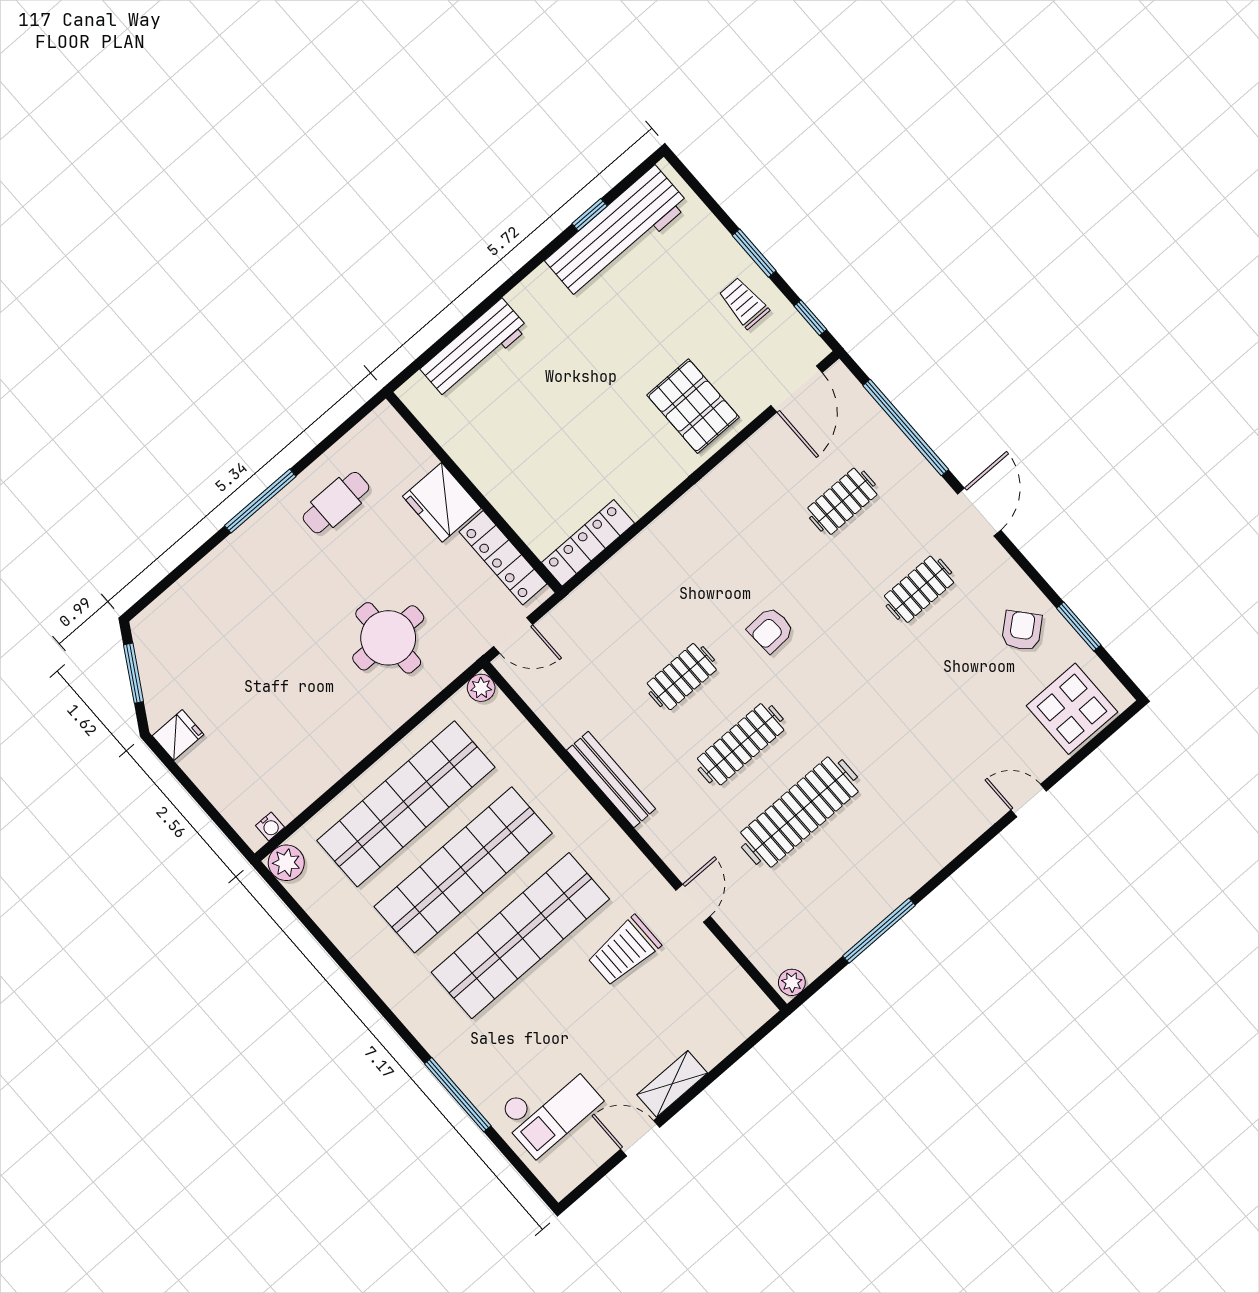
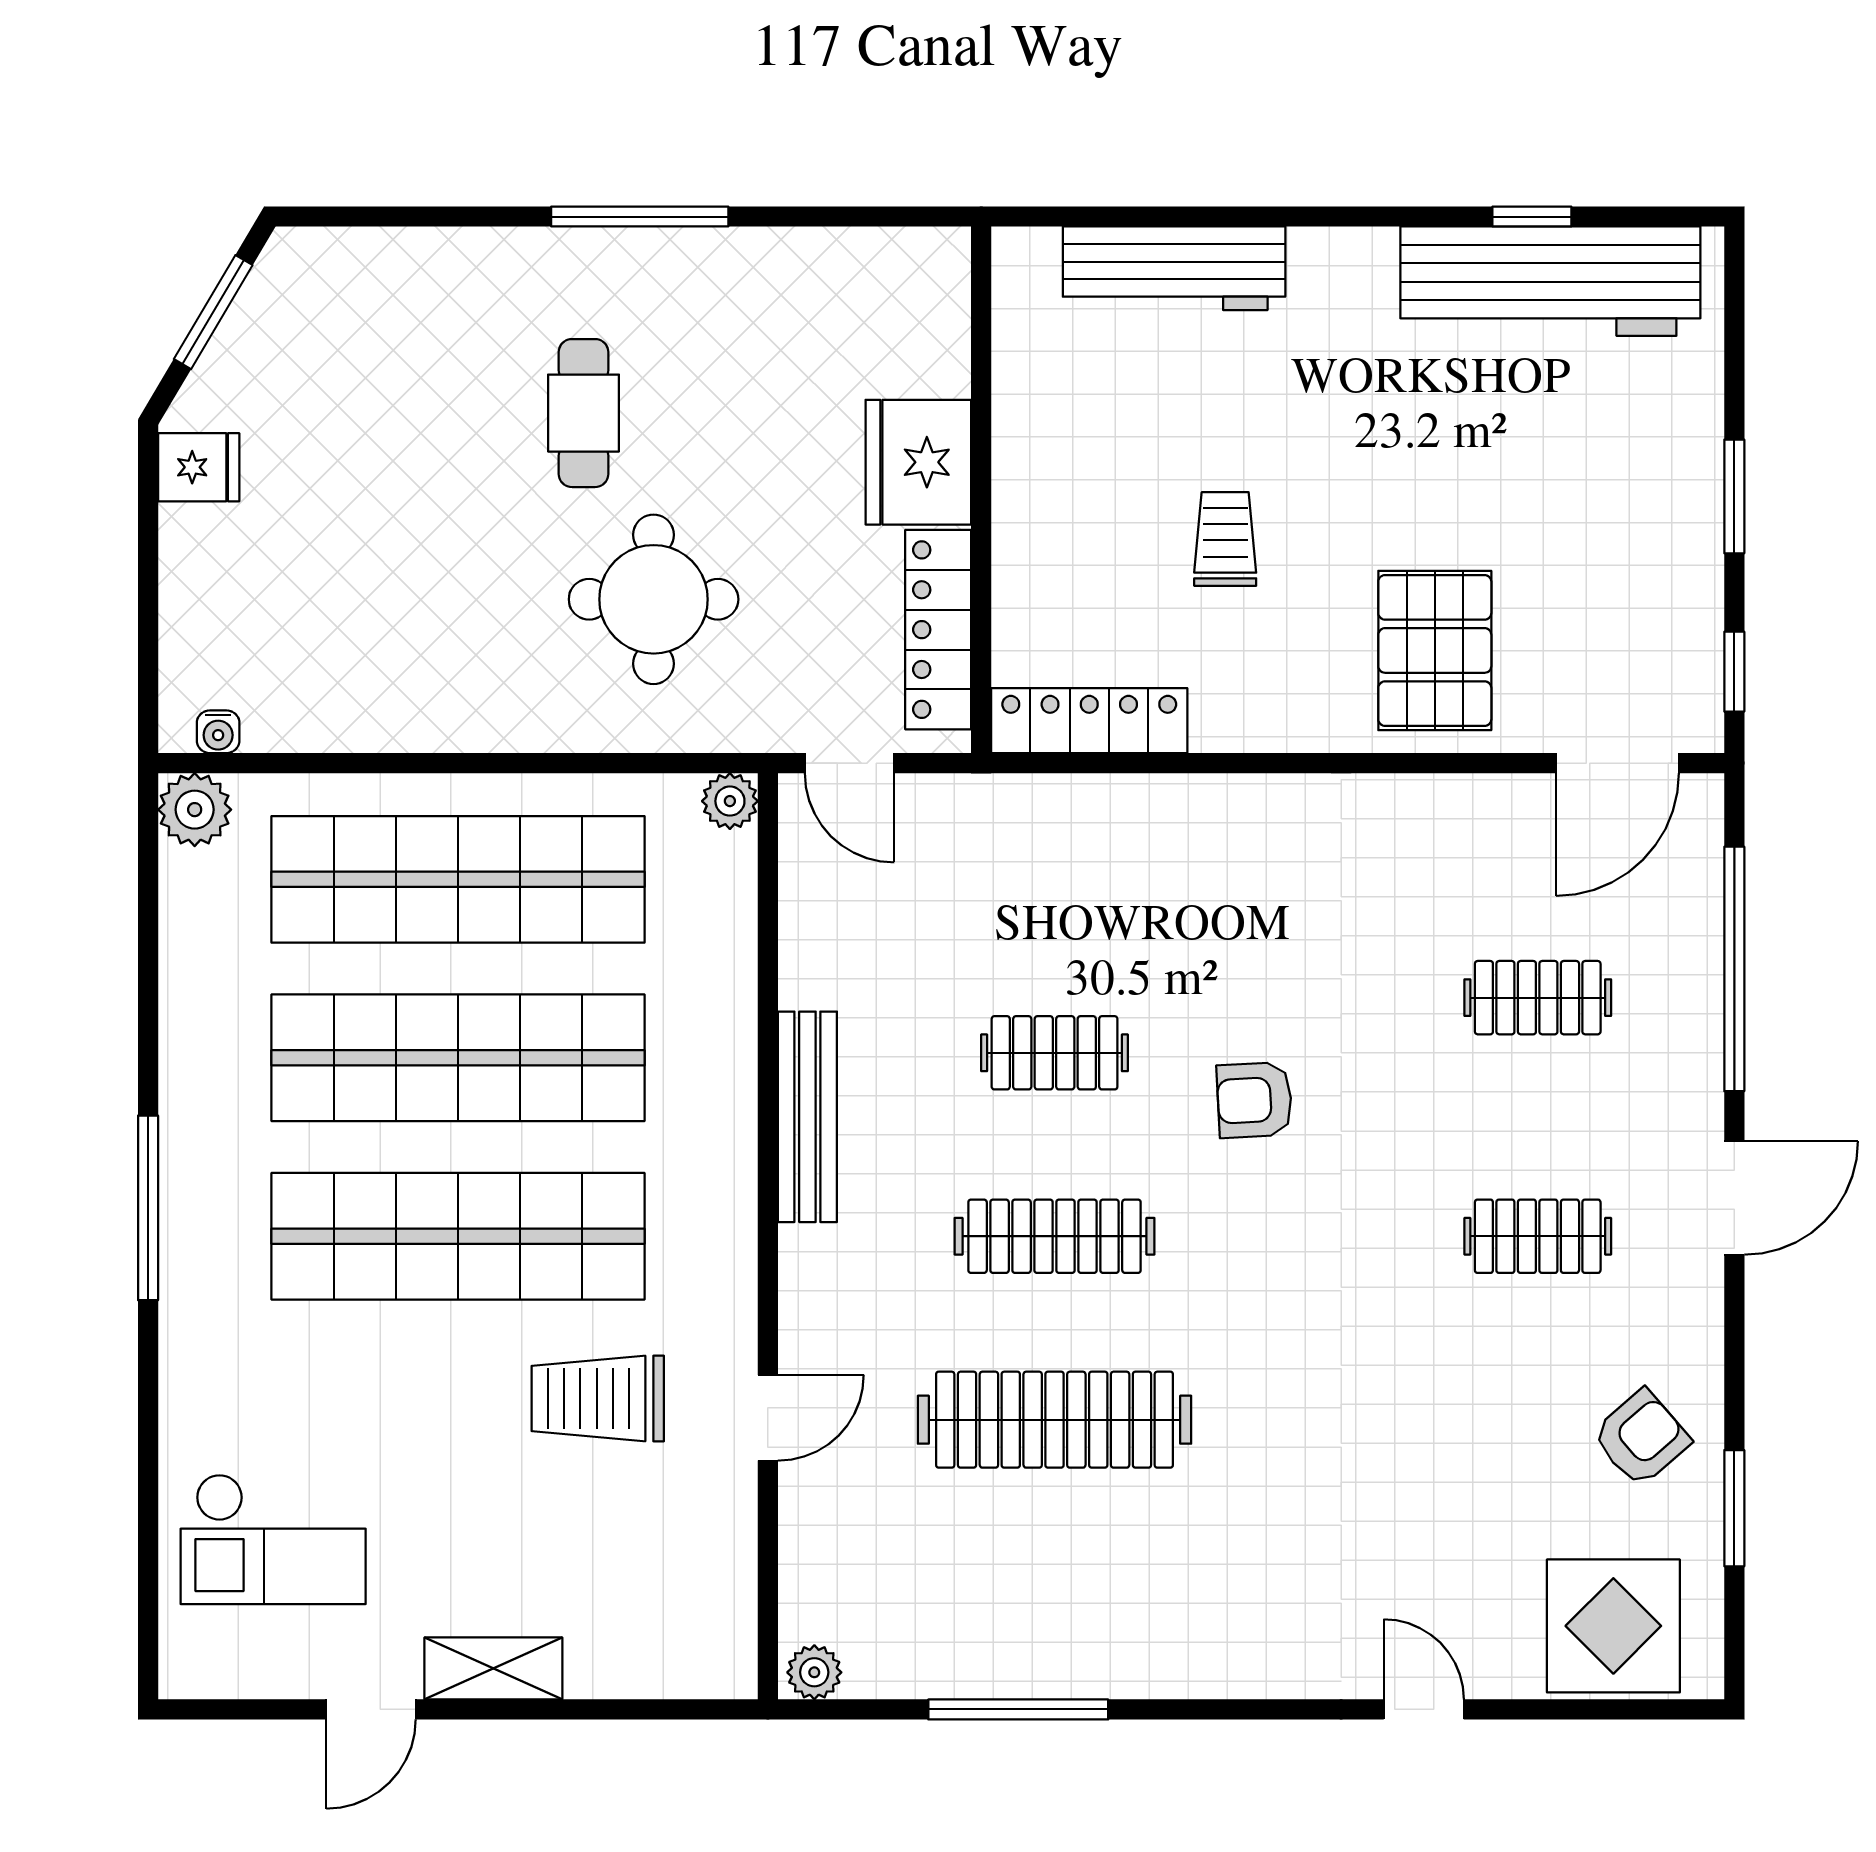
trolley: (744, 303) -> (1225, 539), moved
cafe table: (336, 503) -> (584, 413), moved, turned 90
window: (458, 1095) -> (148, 1208), moved
door: (640, 1138) -> (371, 1709), swing flipped

